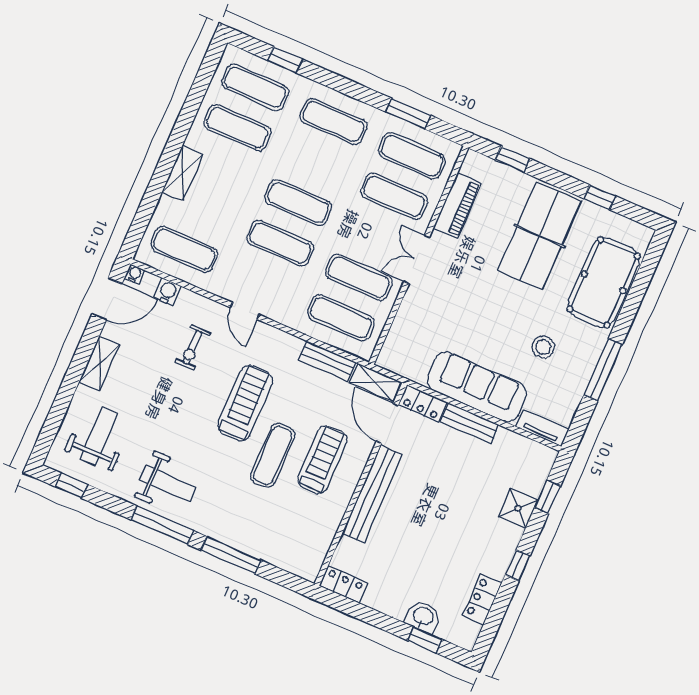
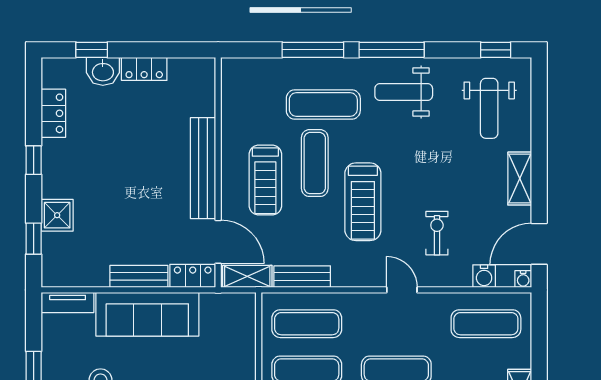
exercise mat: (243, 503) -> (323, 105), added
locker: (343, 584) -> (144, 69), moved

